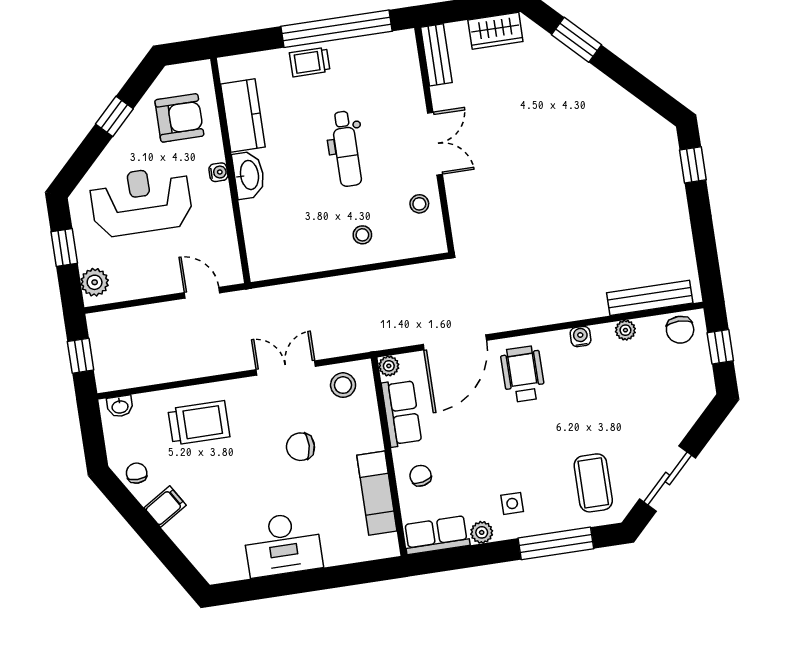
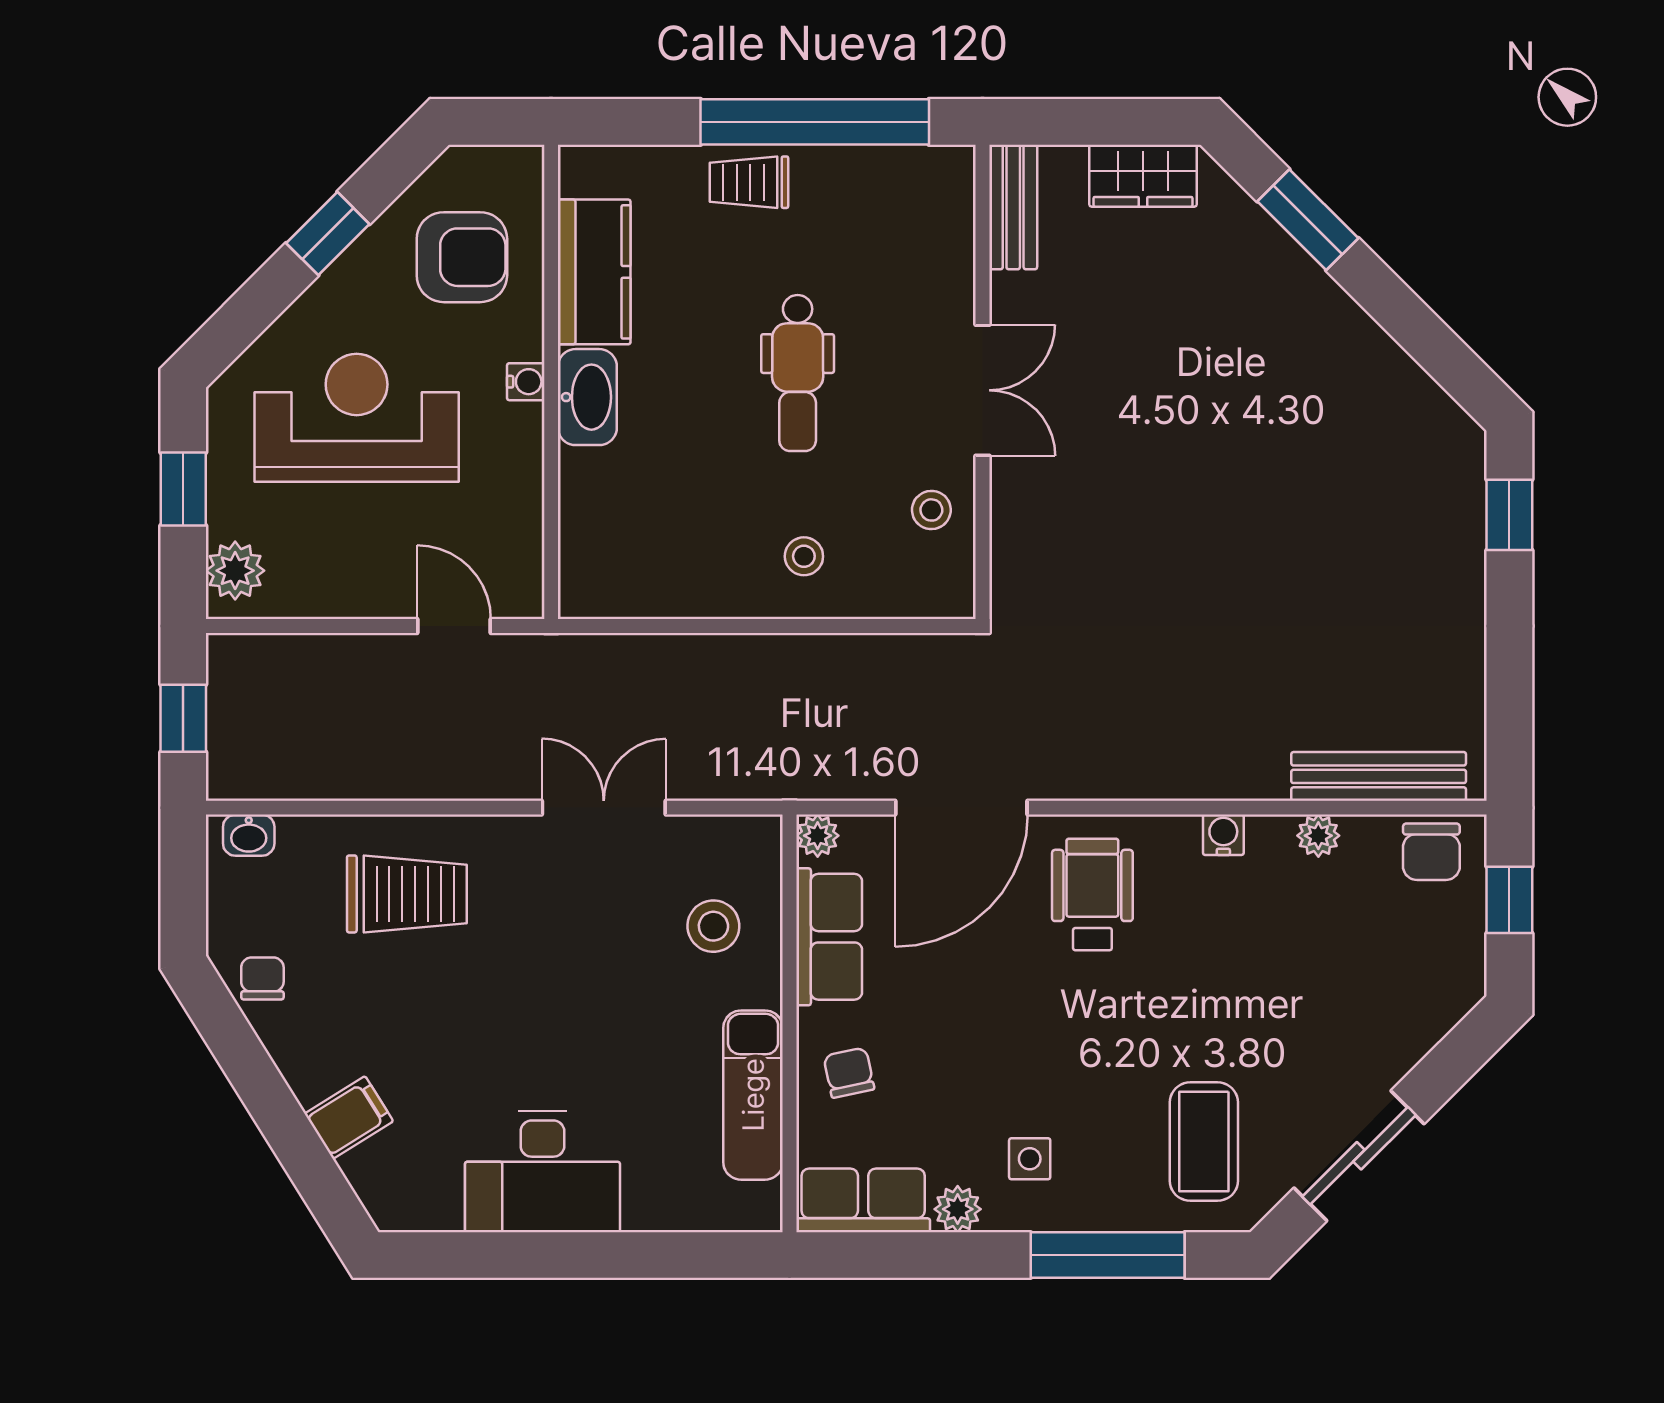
stool: (343, 385) -> (713, 926), moved
chair: (300, 447) -> (610, 975), removed
filing cabinet: (165, 507) -> (349, 1117), moved

